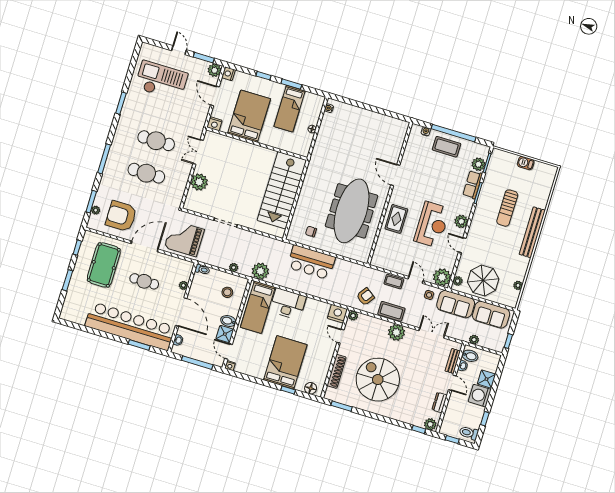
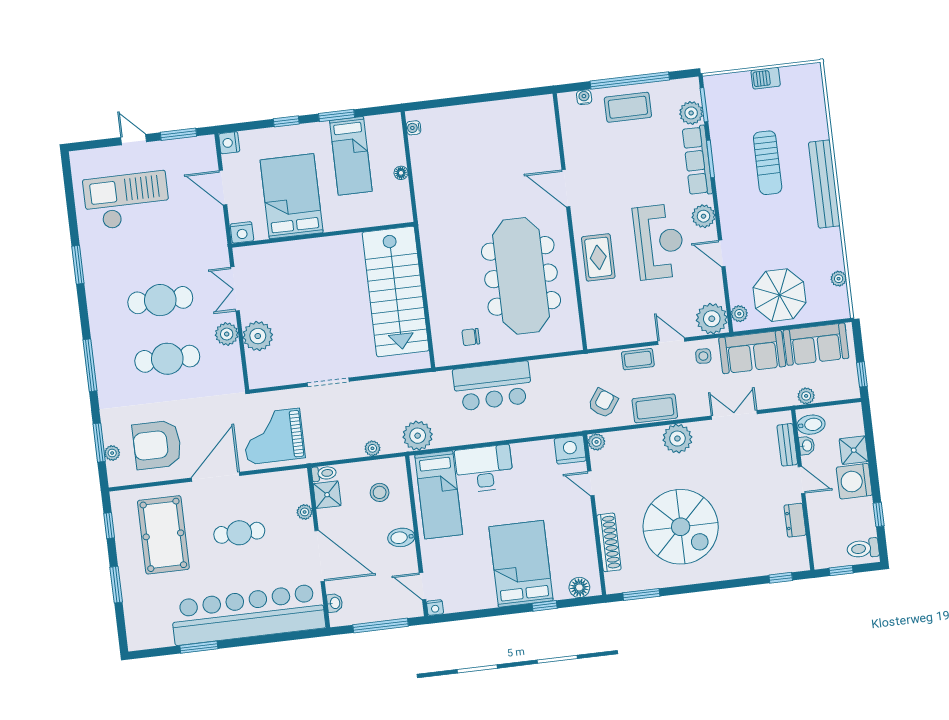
plant: (215, 70) -> (227, 334), moved
row of seats: (473, 185) -> (697, 161), width x1.48
shower: (225, 334) -> (327, 495), moved
window: (139, 345) -> (199, 647), moved
spiral stairs: (378, 380) -> (681, 527), turned 180
plant: (430, 424) -> (795, 561), removed

